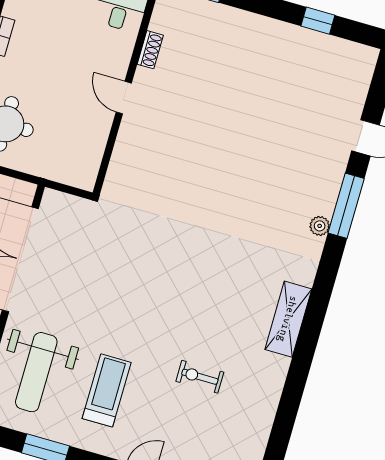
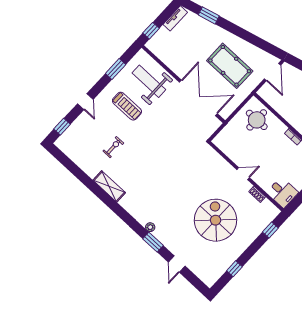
spiral stairs: (242, 105) -> (216, 220), added
window: (346, 206) -> (153, 242), width x0.69
shelving: (288, 319) -> (109, 186), moved

